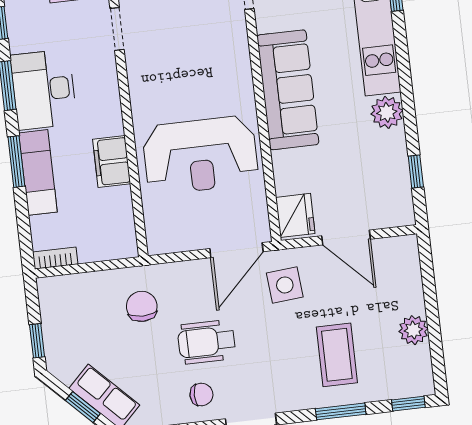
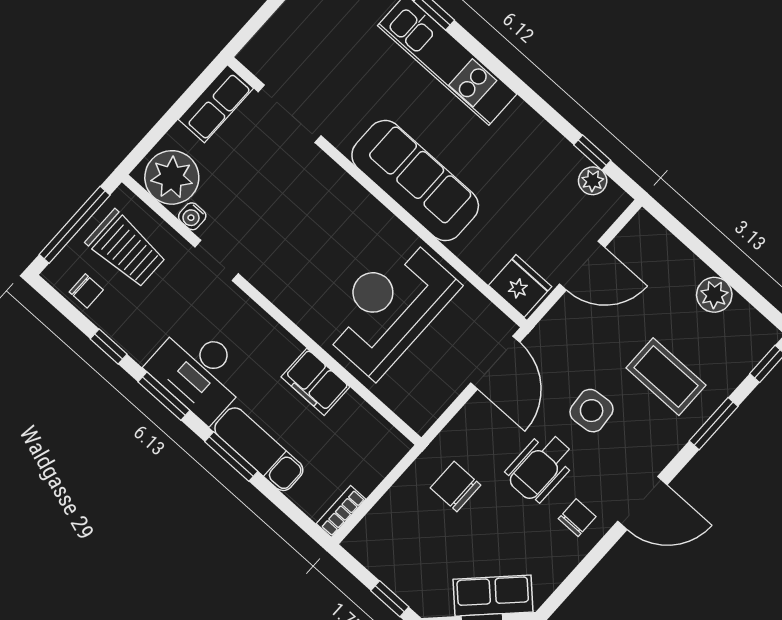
plant: (387, 112) -> (593, 181), moved, width x0.73, depth x0.73
reception desk: (200, 155) -> (389, 307), turned 180
side table: (285, 285) -> (592, 411), moved

